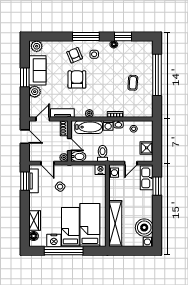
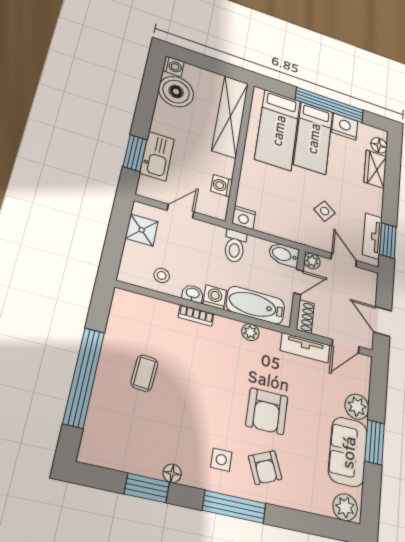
door: (69, 145) -> (298, 282), swing flipped
washing machine: (114, 173) -> (222, 186), moved
kitchen sink: (147, 178) -> (157, 156), moved

